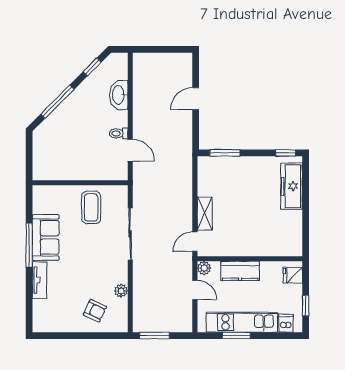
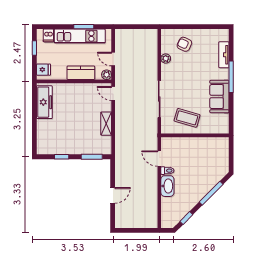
washbasin: (119, 95) -> (167, 186), moved
window: (286, 153) -> (62, 157), moved
freezer: (291, 186) -> (44, 102), moved
coffee table: (91, 207) -> (187, 118), turned -74
shelving: (205, 214) -> (106, 124), moved
door: (195, 242) -> (113, 93), swing flipped
window: (29, 245) -> (231, 77), moved
tv unit: (39, 280) -> (224, 55), moved
window: (154, 336) -> (142, 27), removed

